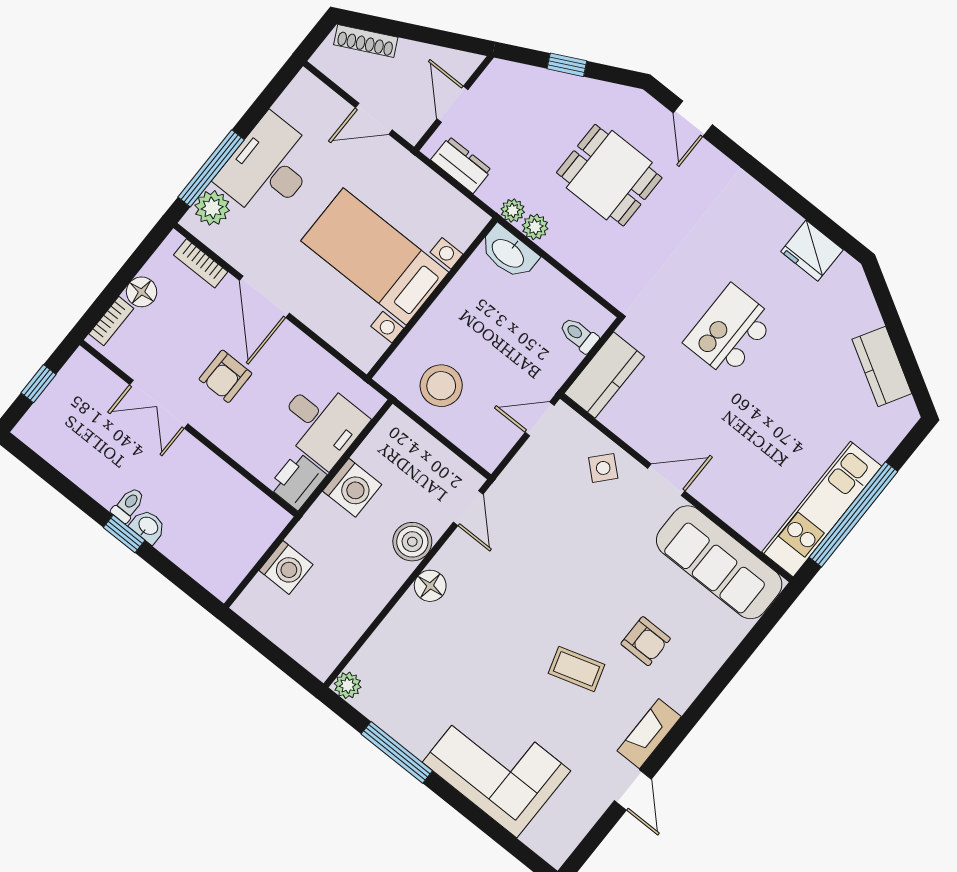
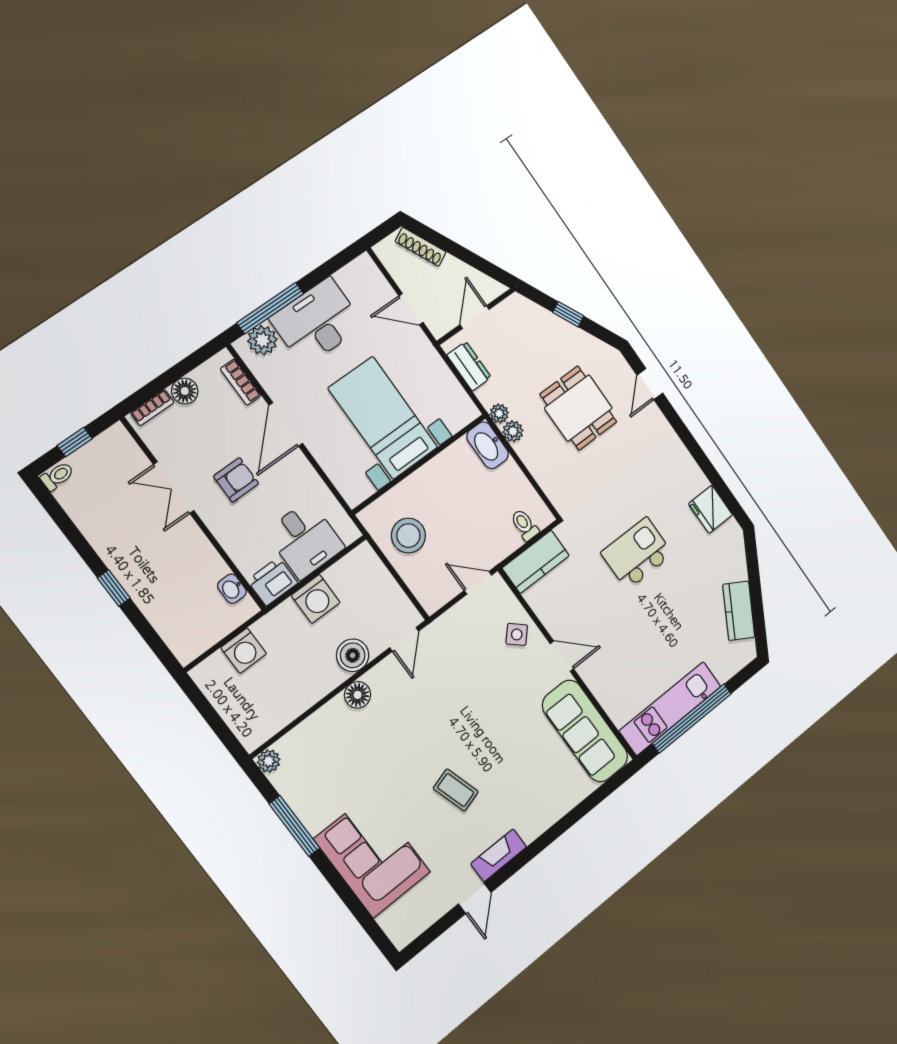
armchair: (225, 376) -> (236, 480), turned 180
toilet: (128, 505) -> (57, 476), moved
washbasin: (148, 526) -> (232, 589), moved, turned 180
armchair: (646, 641) -> (514, 780), removed

